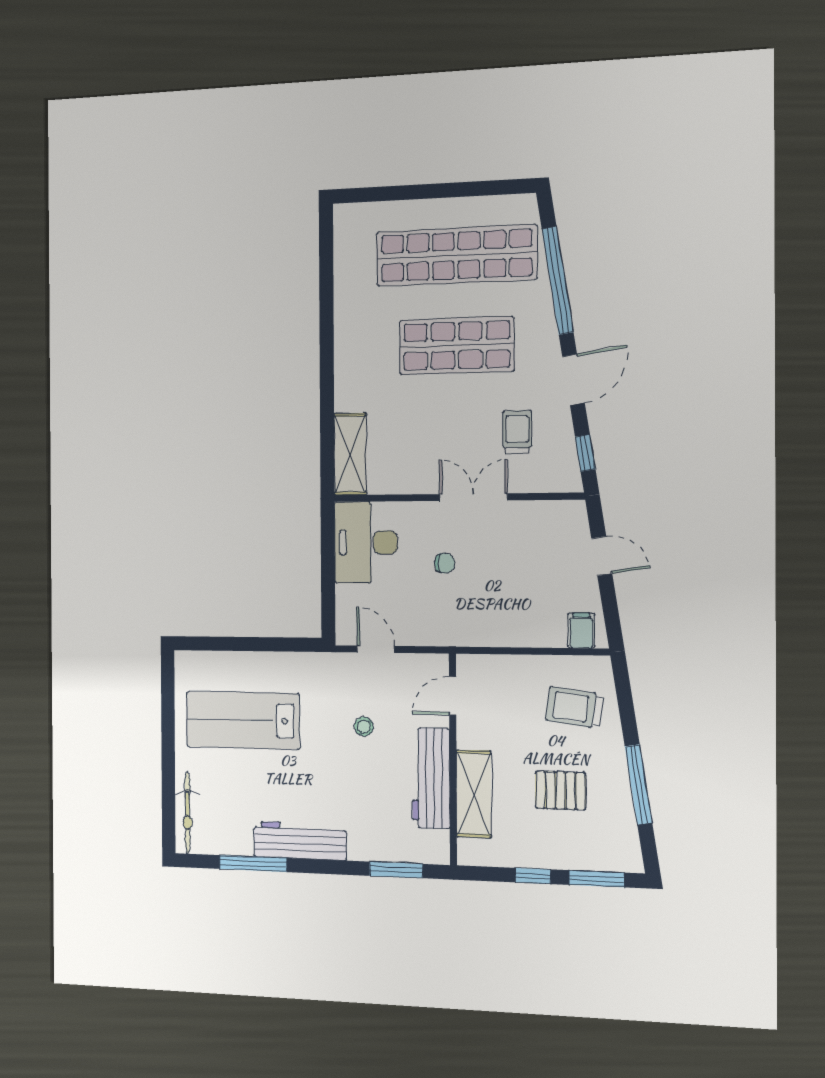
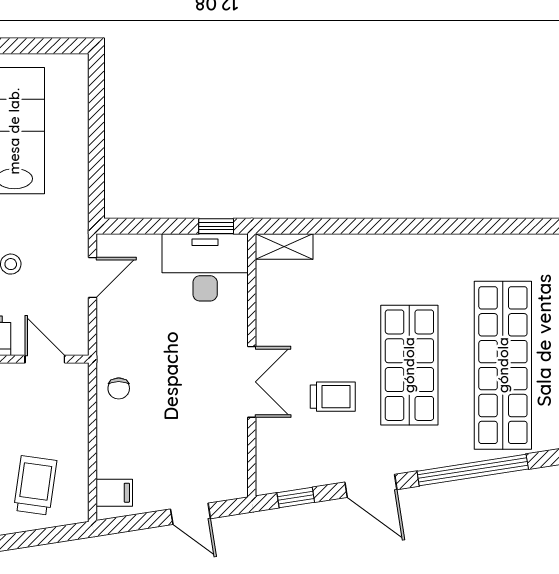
trolley: (517, 432) -> (333, 397), moved
shelving: (350, 454) -> (284, 247), width x0.67, depth x0.75
window: (328, 532) -> (216, 226), added
door: (602, 556) -> (190, 514), hinge flipped
chair: (445, 563) -> (119, 388), moved

